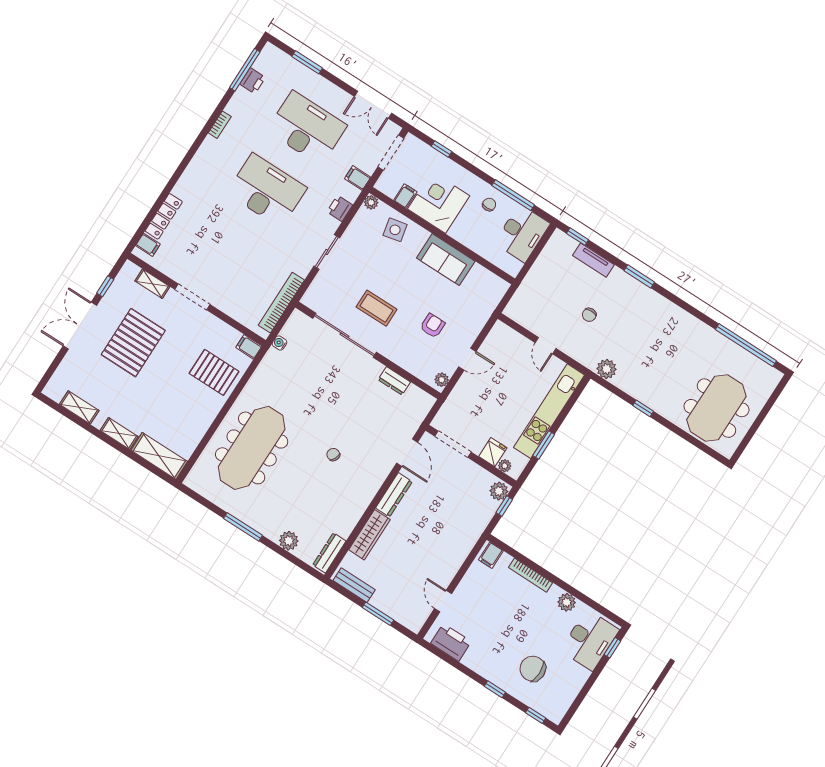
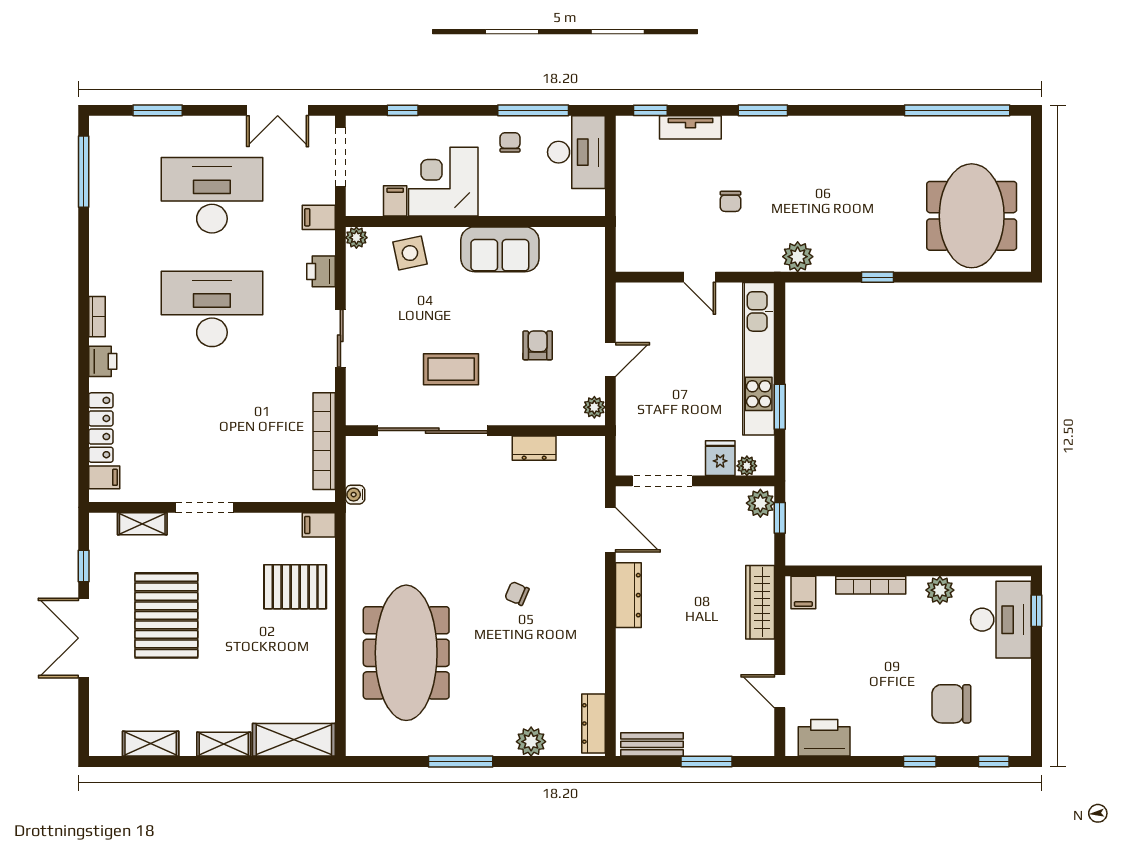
printer: (253, 81) -> (103, 361), moved
bookcase: (220, 125) -> (97, 317), moved
wardrobe: (369, 535) -> (760, 602), moved, turned 180

